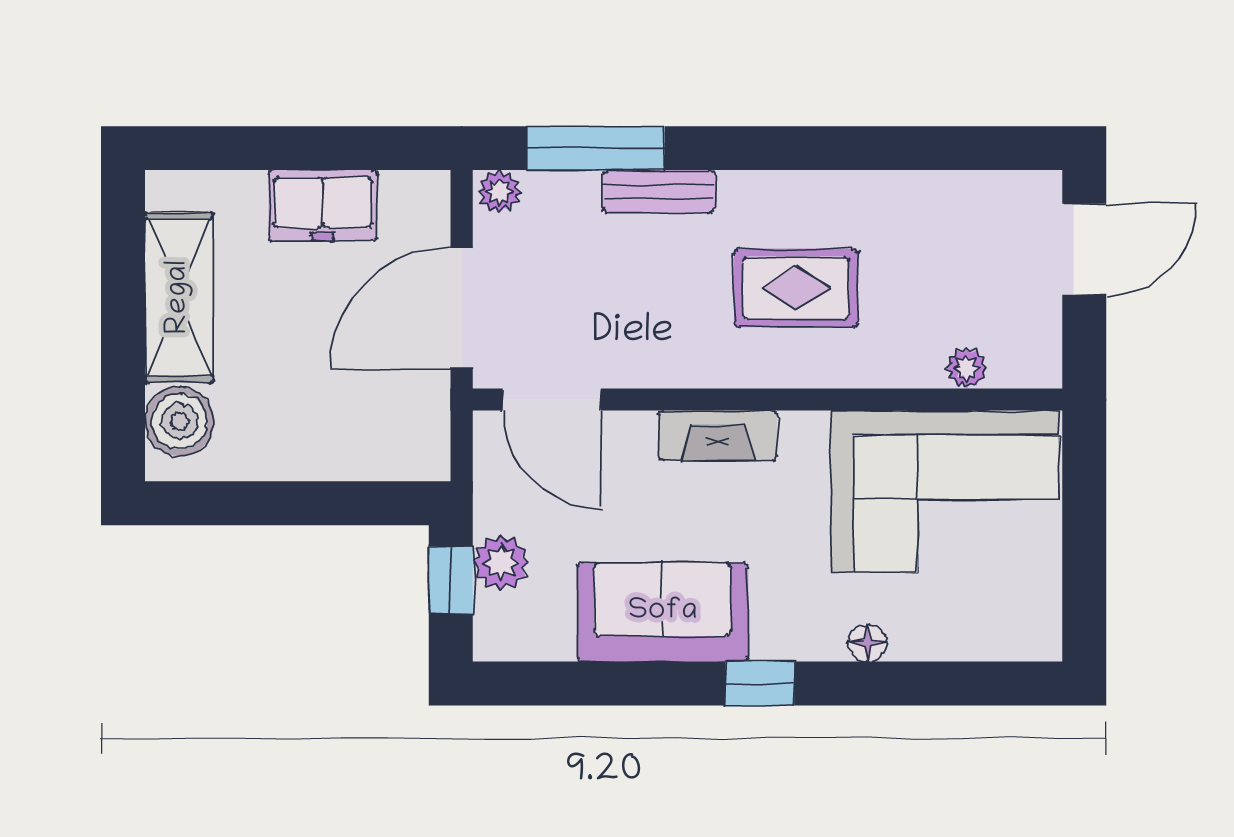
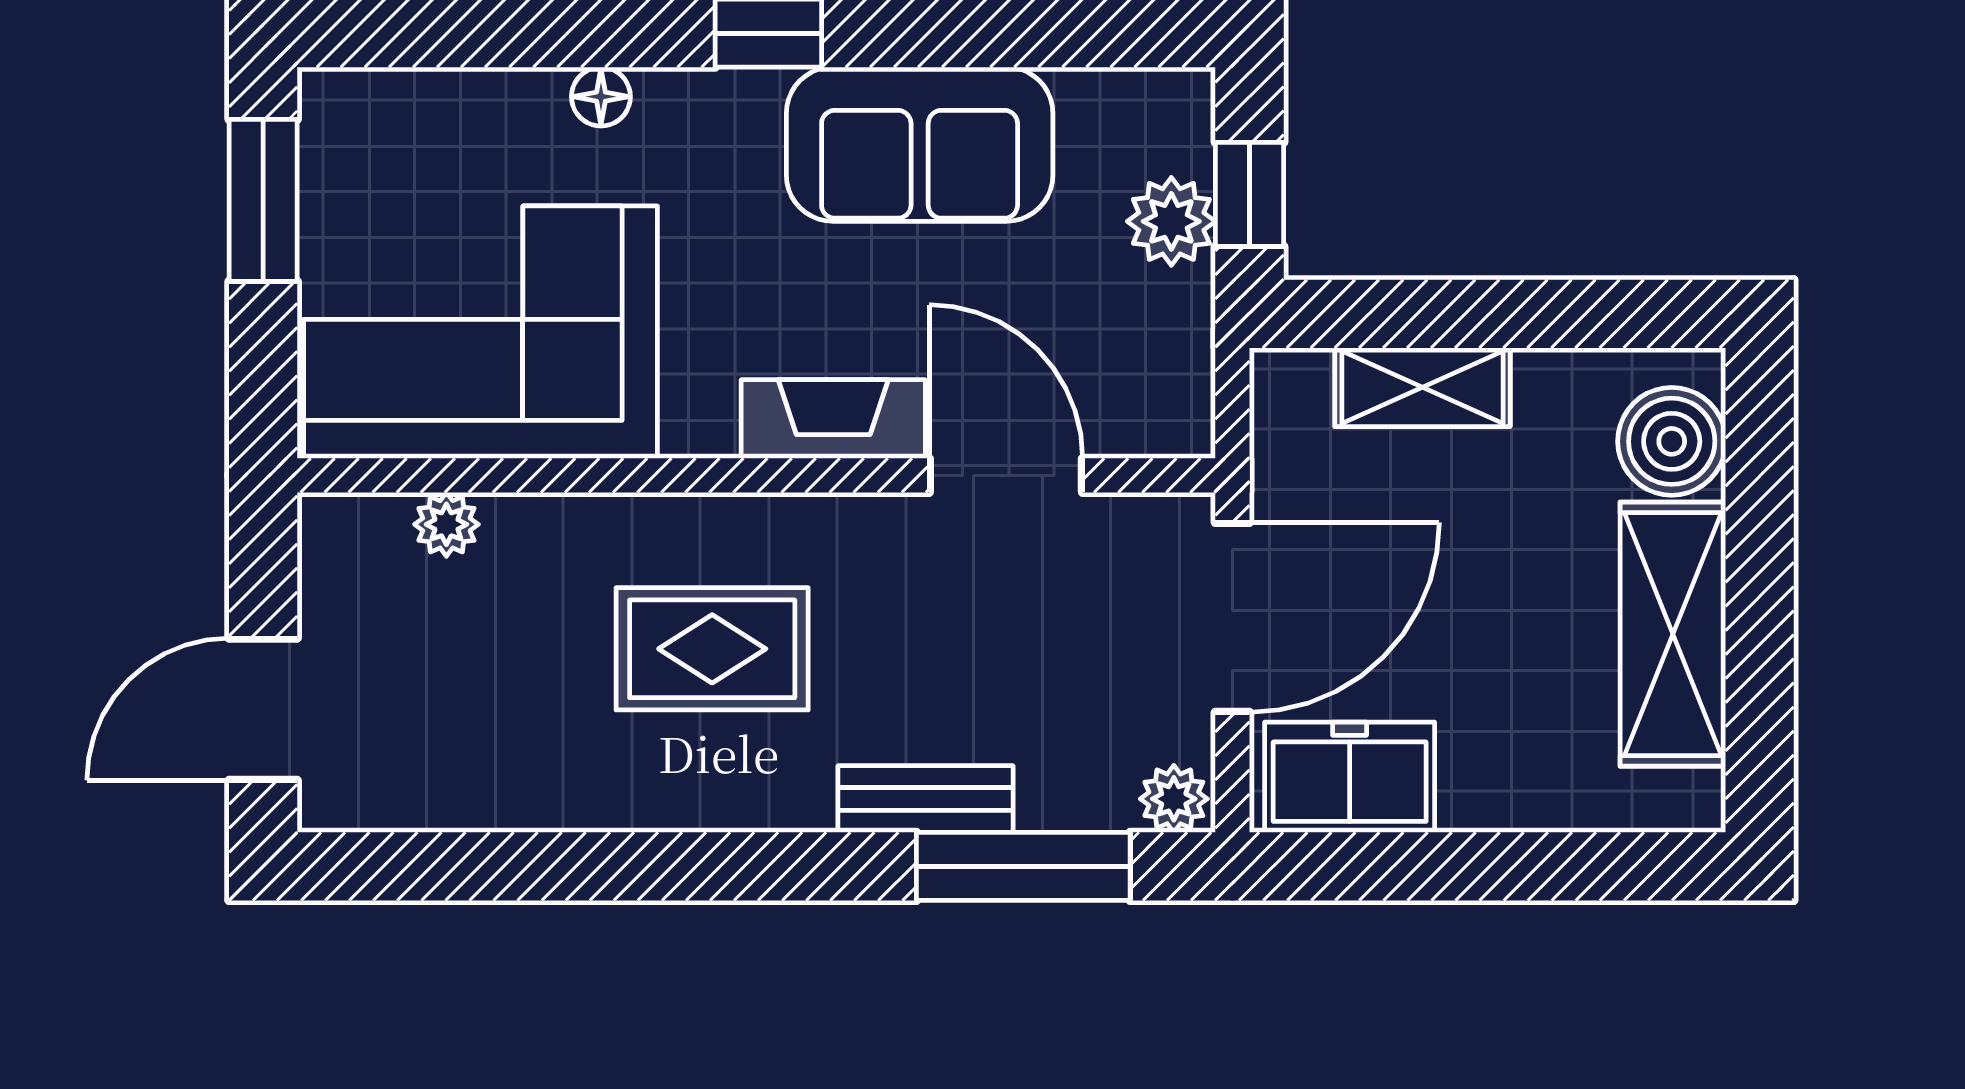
freezer: (323, 205) -> (1350, 777), moved
door: (552, 399) -> (1006, 475), moved
shelving: (340, 456) -> (1422, 387), added
window: (1084, 576) -> (263, 200), added

